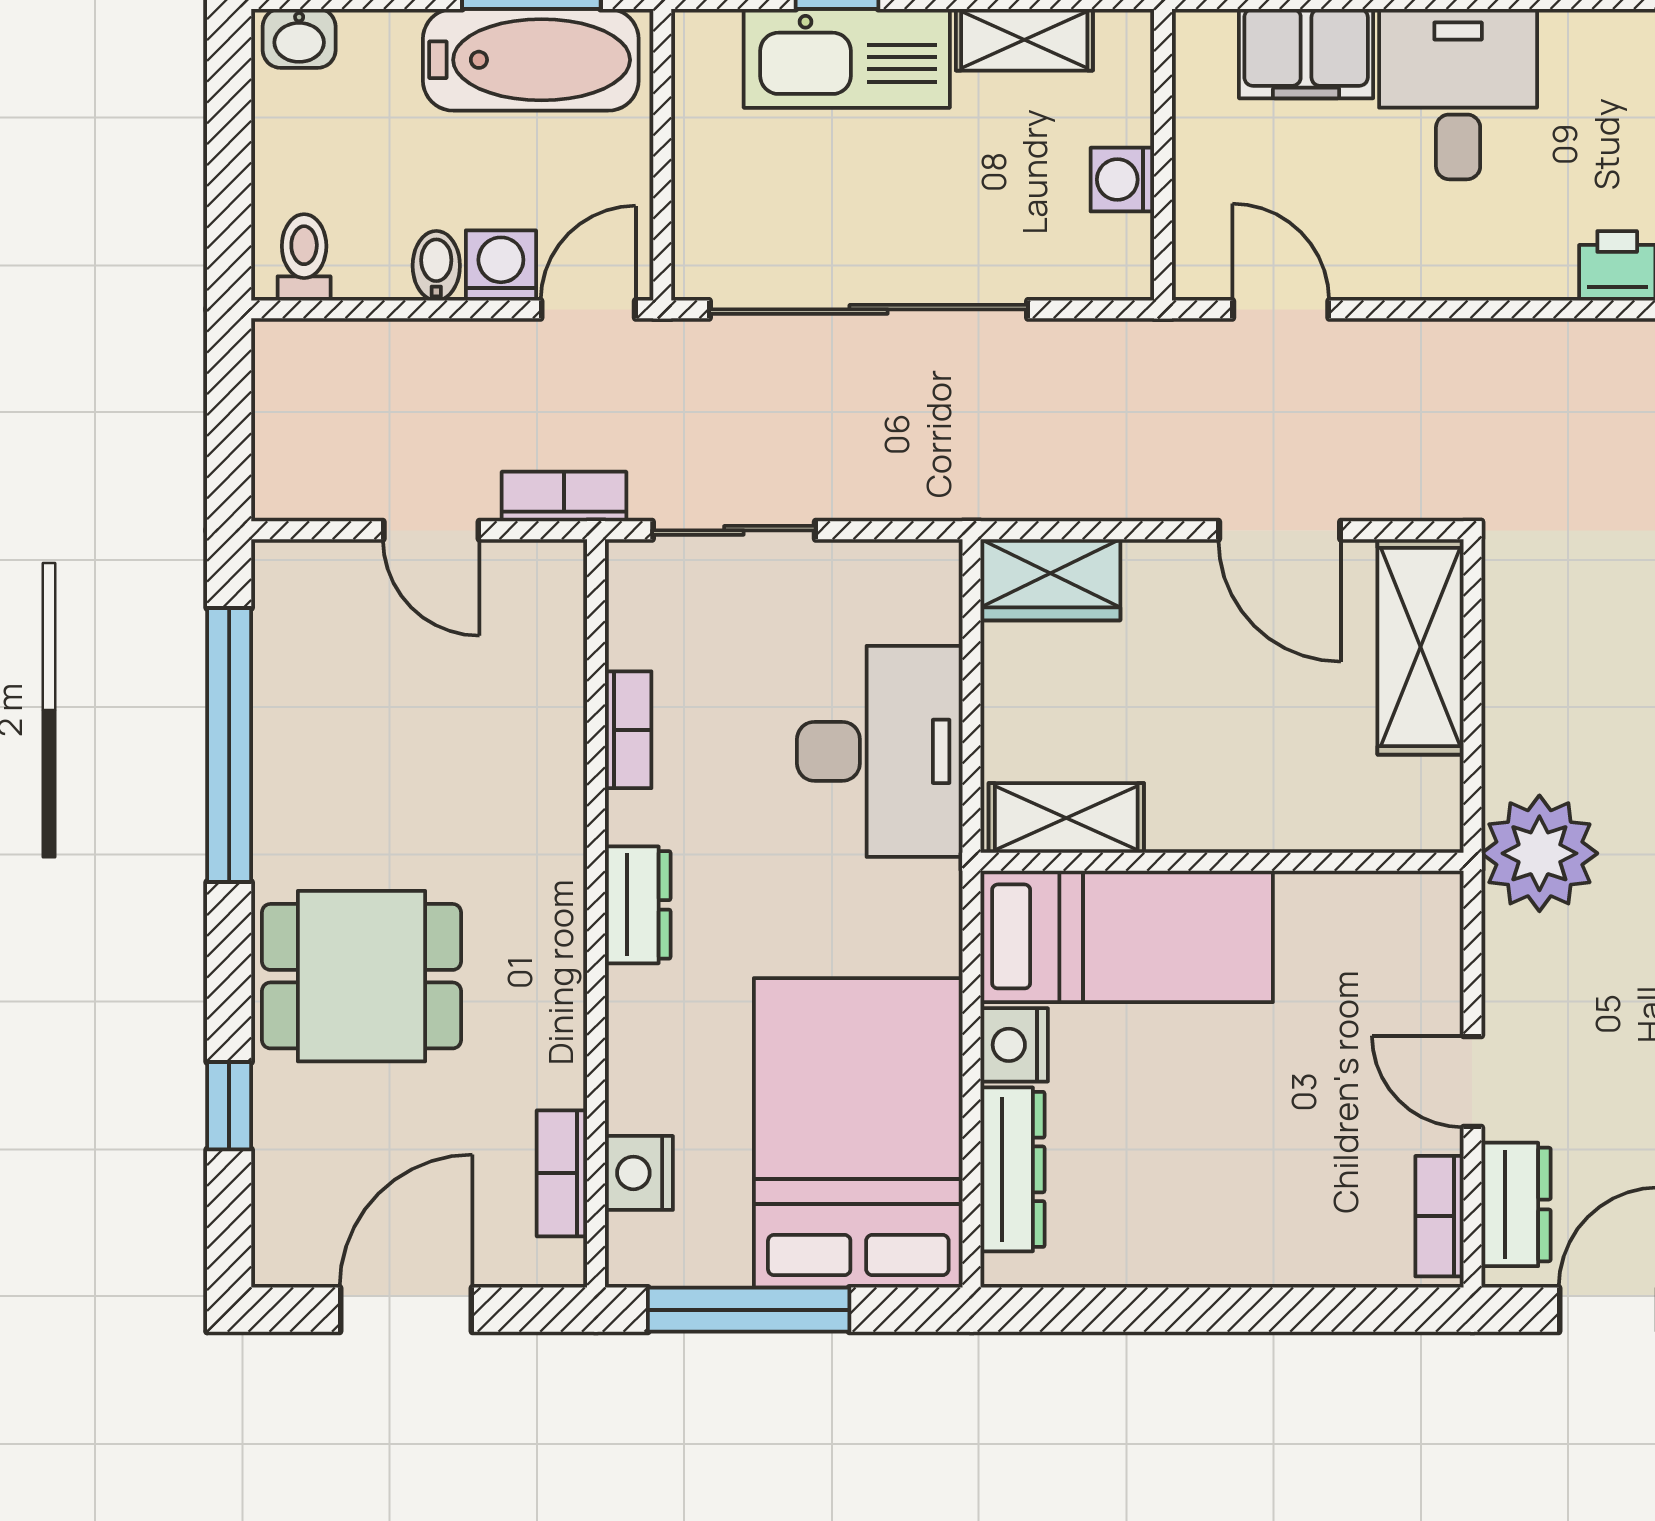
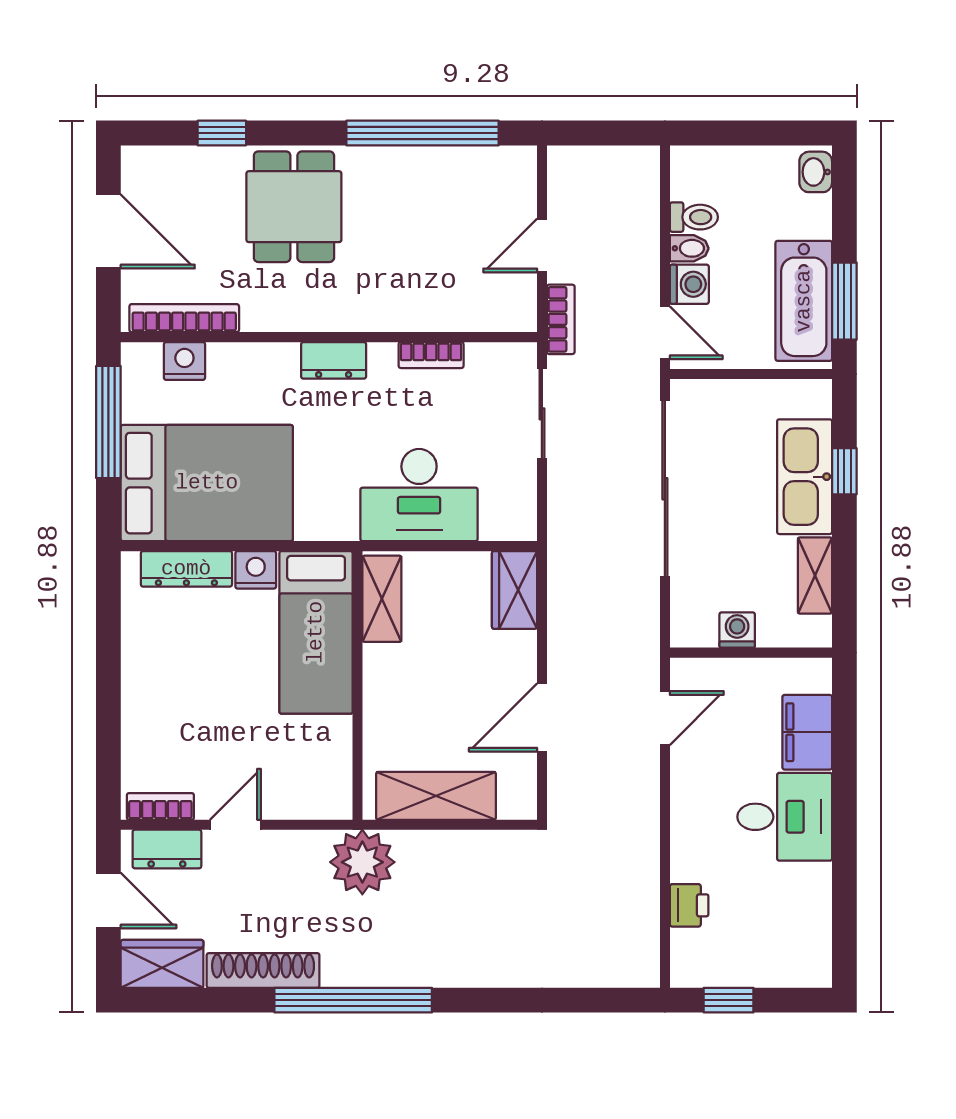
toilet: (304, 257) -> (694, 217), moved
shelving: (1420, 647) -> (436, 796), moved
bookcase: (562, 1173) -> (184, 318), width x1.56

